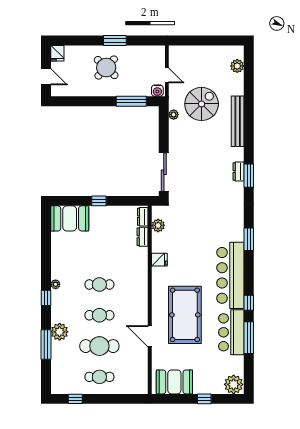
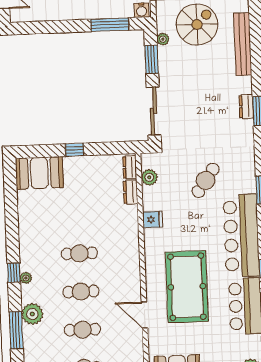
window: (164, 131) -> (152, 59), added
cafe table: (203, 230) -> (206, 180), added
plant: (56, 284) -> (26, 278), moved
cafe table: (99, 346) -> (82, 330), width x0.73, depth x0.74

